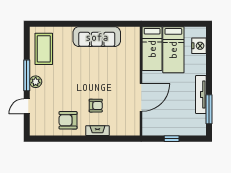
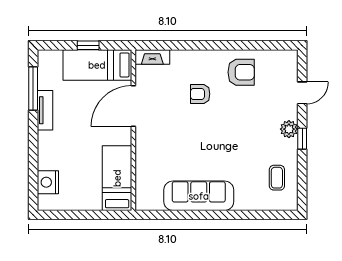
coffee table: (44, 49) -> (277, 178), width x0.54, depth x0.58
bed: (173, 50) -> (97, 65), moved, turned -90
window: (27, 75) -> (302, 139), width x0.46
tv unit: (201, 95) -> (45, 110), width x0.71
fireplace: (97, 131) -> (152, 57), moved

